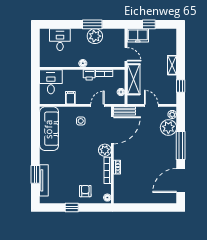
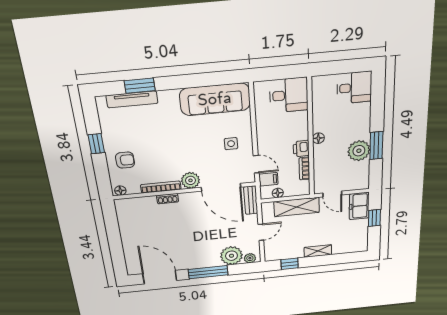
desk: (60, 40) -> (354, 88), moved
door: (126, 54) -> (332, 194), hinge flipped
filing cabinet: (70, 98) -> (268, 179), moved

